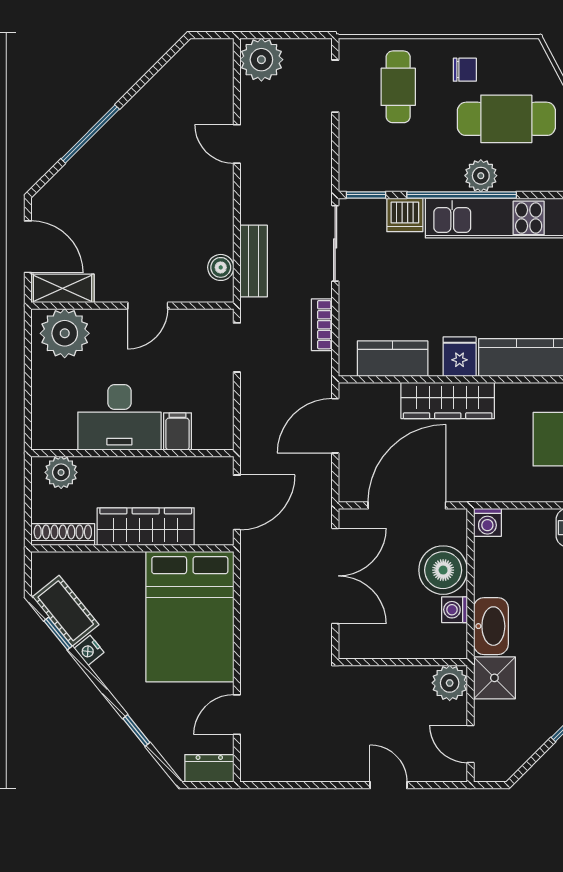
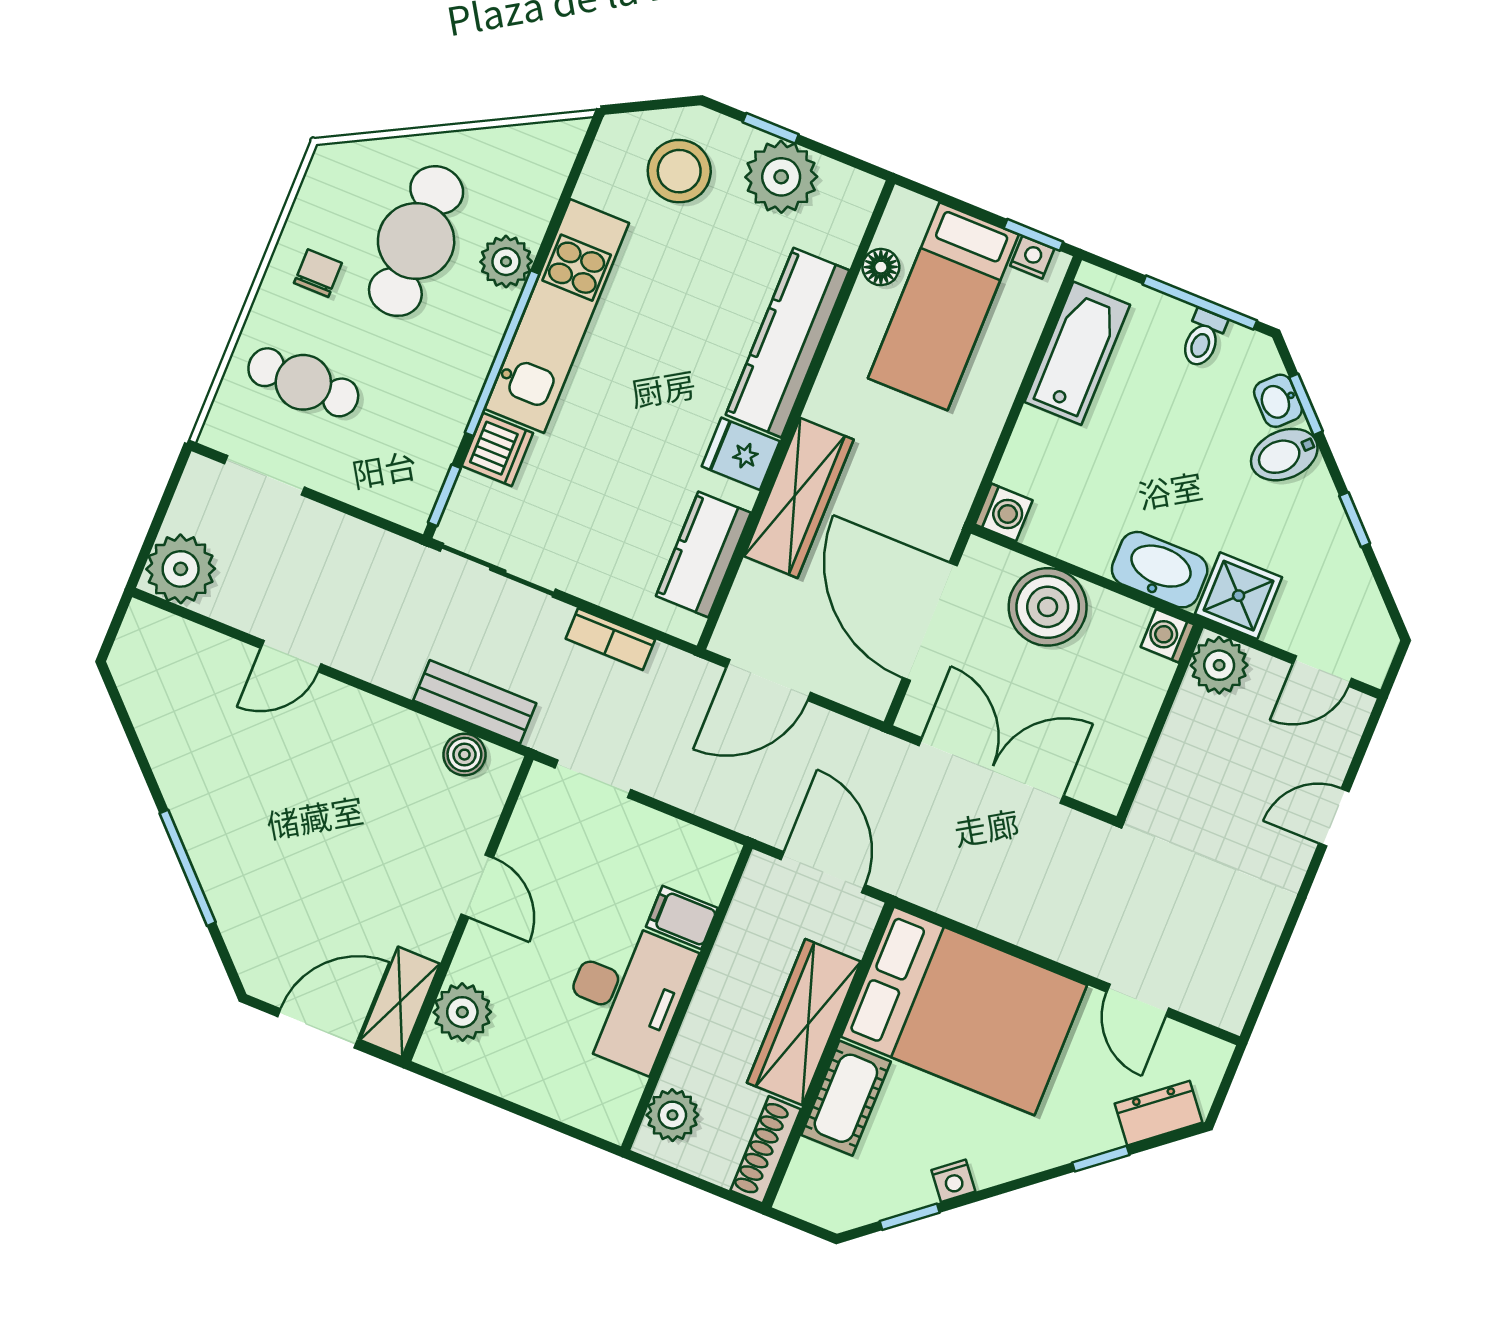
plant: (481, 176) -> (506, 262), moved
plant: (65, 333) -> (462, 1012), width x0.73, depth x0.73
door: (335, 426) -> (768, 680), hinge flipped
washing machine: (455, 610) -> (1168, 636), moved, turned 90
cot: (66, 611) -> (846, 1098), moved, turned -51
dresser: (209, 768) -> (1159, 1113), moved, turned 51

